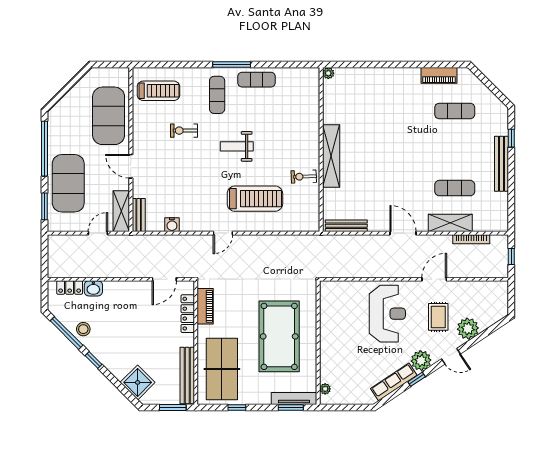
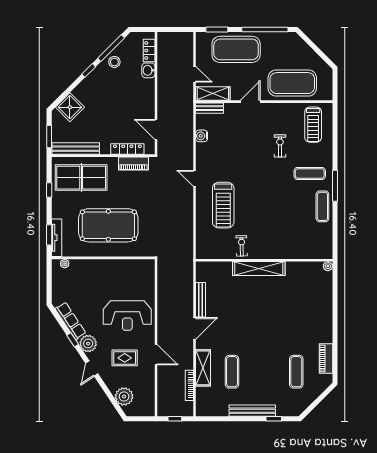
weight bench: (237, 146) -> (267, 190), removed
bench: (346, 226) -> (201, 300), moved
plant: (468, 329) -> (124, 396), moved

